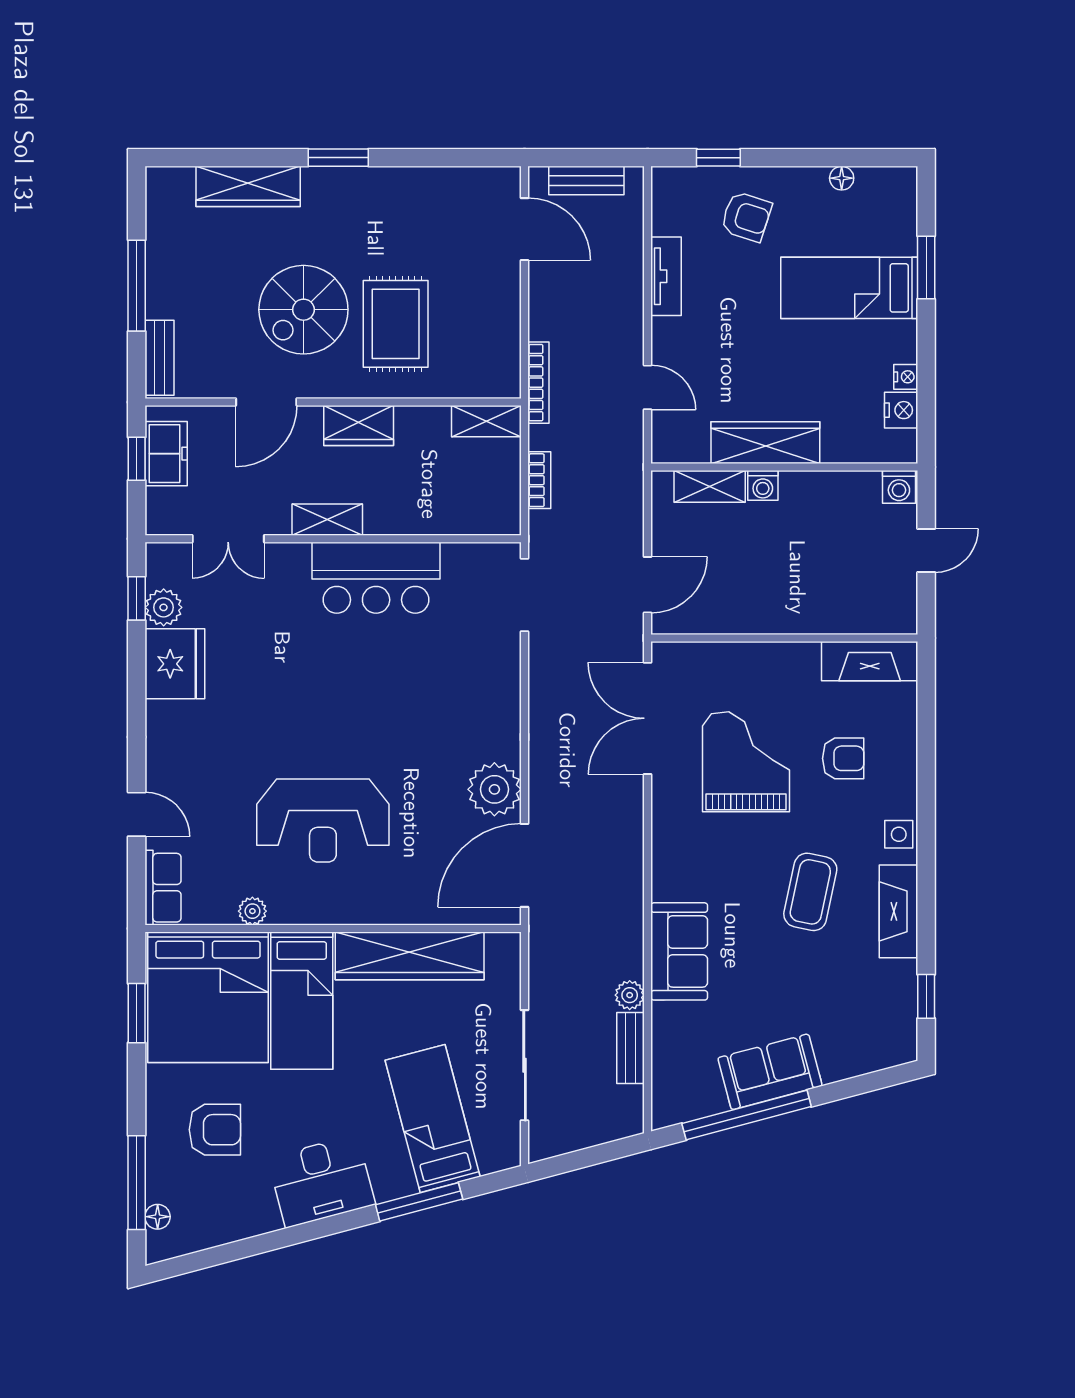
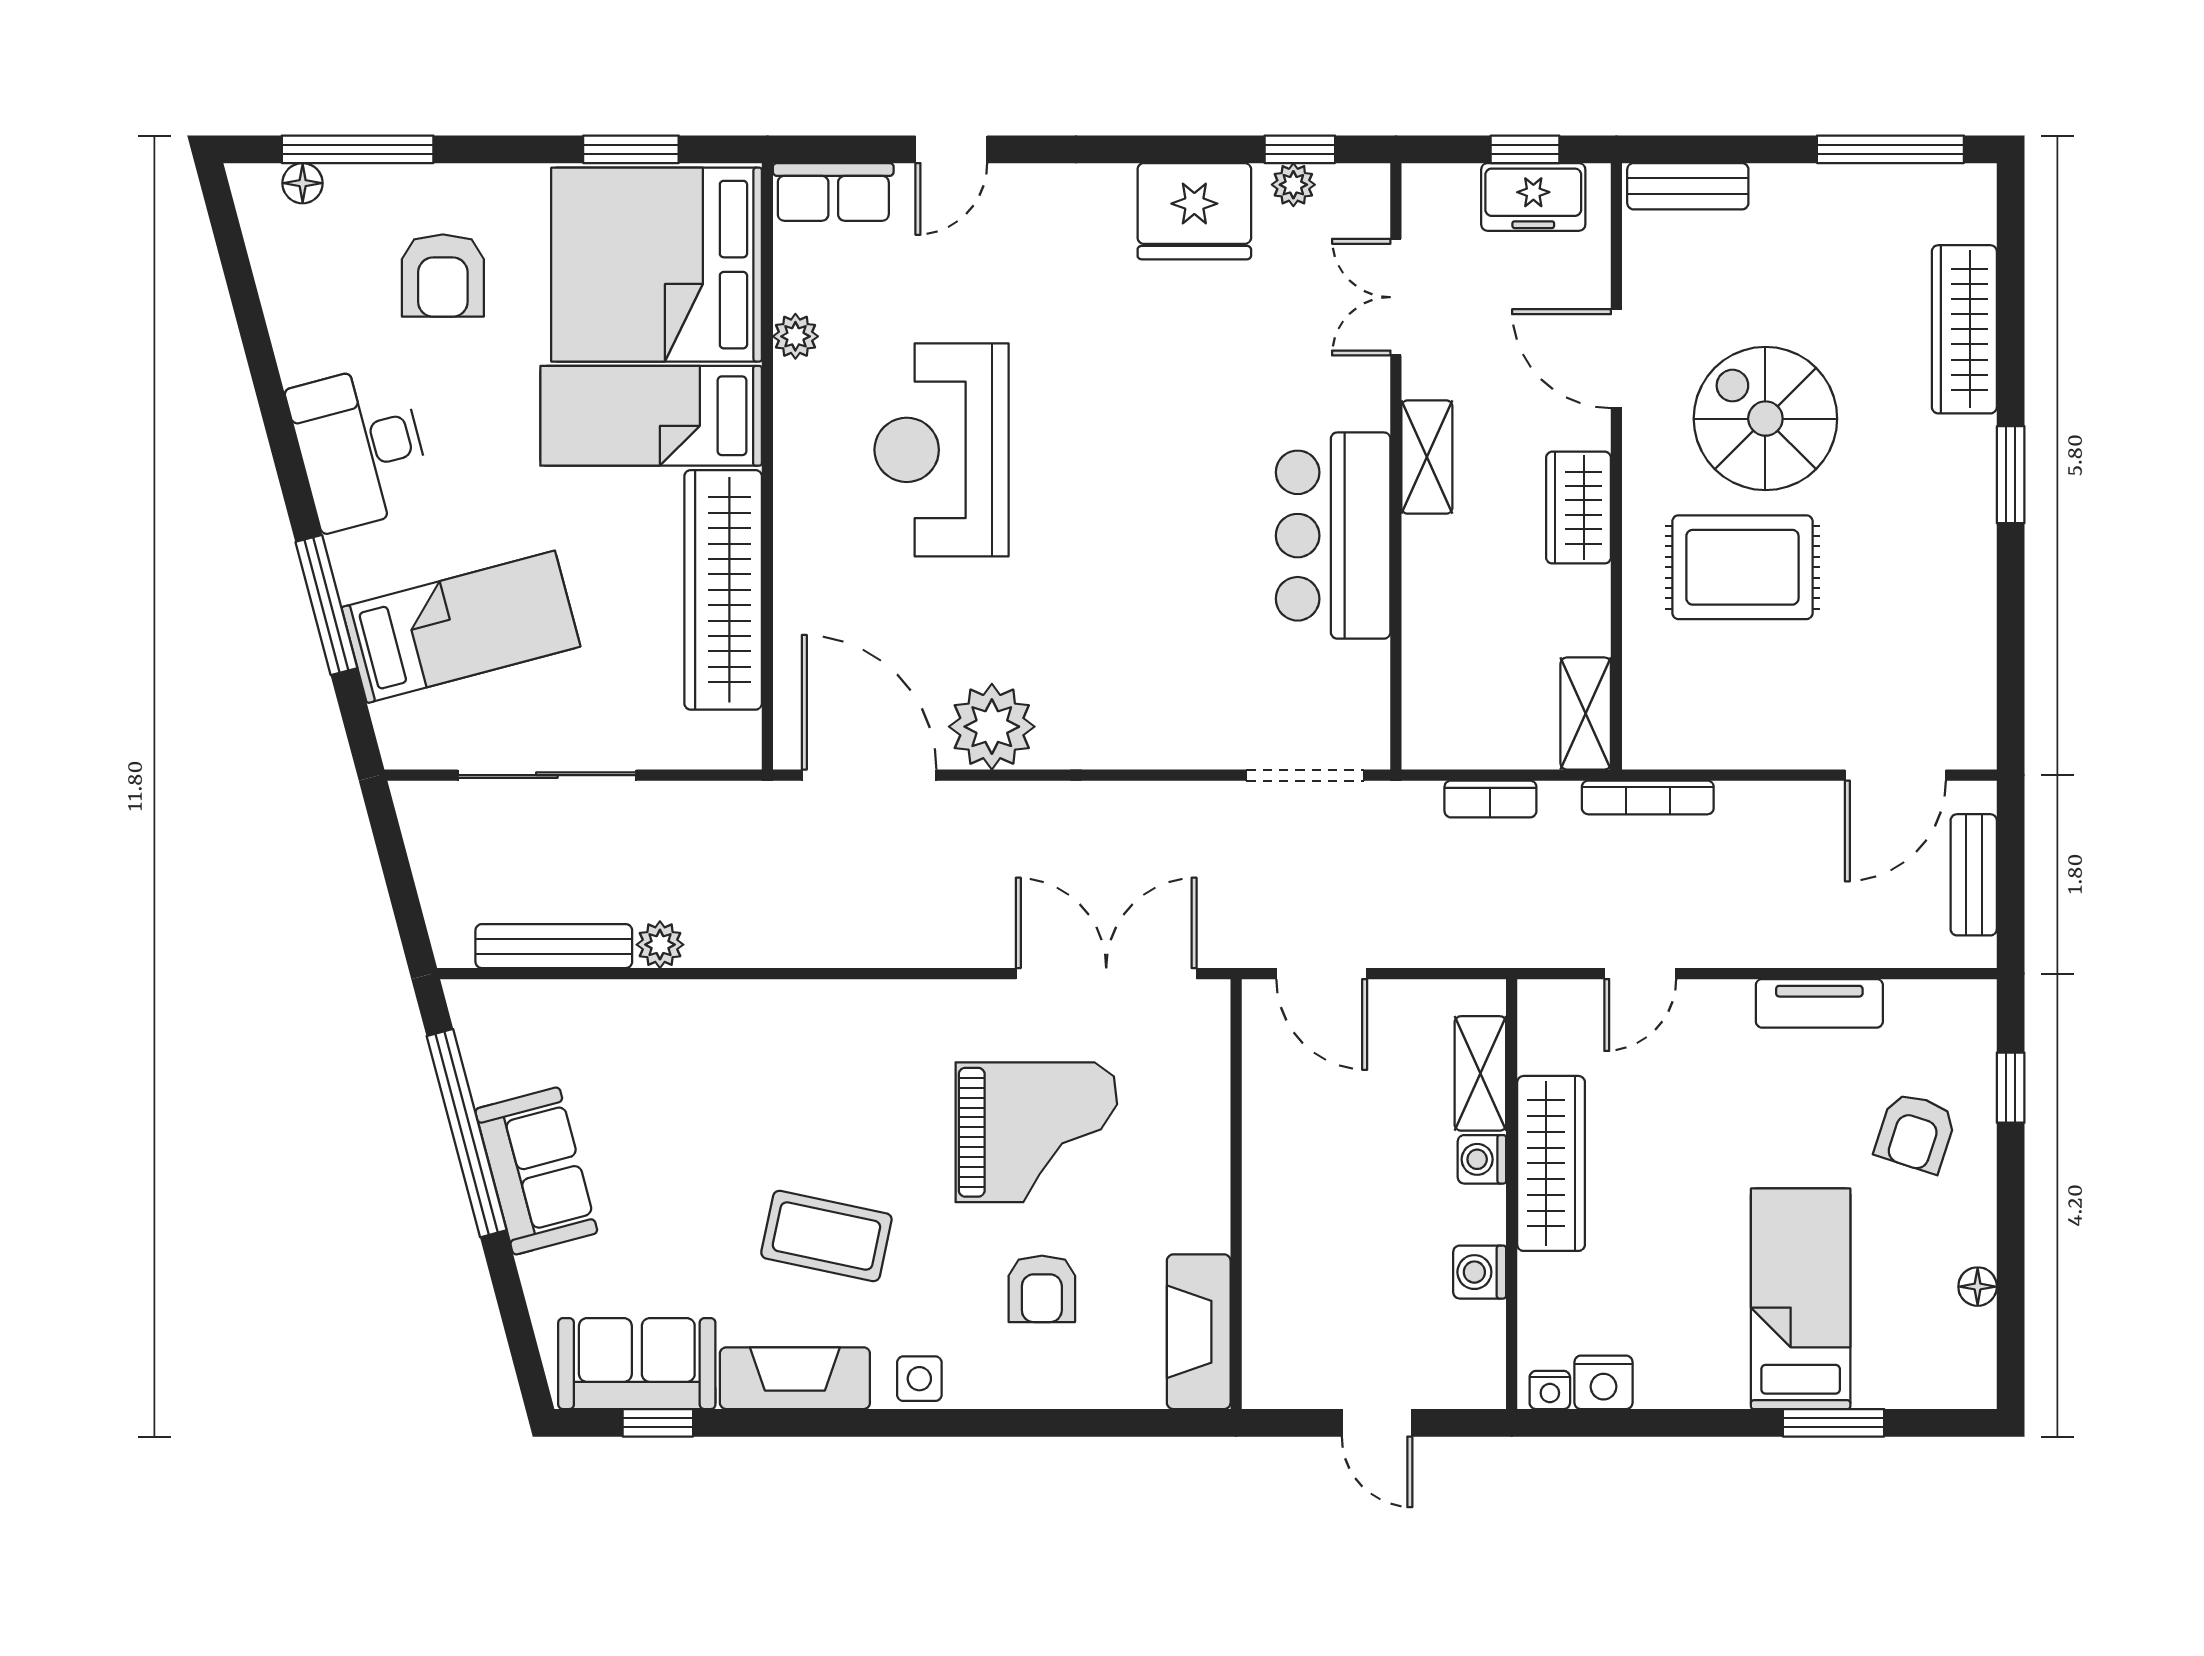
window: (137, 286) -> (1890, 149), moved
nightstand: (906, 377) -> (1550, 1390), moved
washing machine: (899, 487) -> (1480, 1272), moved
plant: (164, 607) -> (1293, 185), width x0.73, depth x0.73
sofa: (679, 951) -> (637, 1364), moved, turned 180
bench: (631, 1048) -> (554, 946), width x1.36

